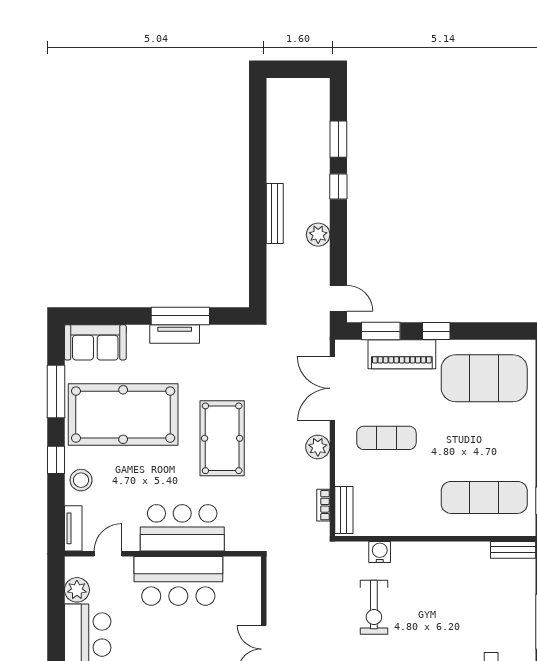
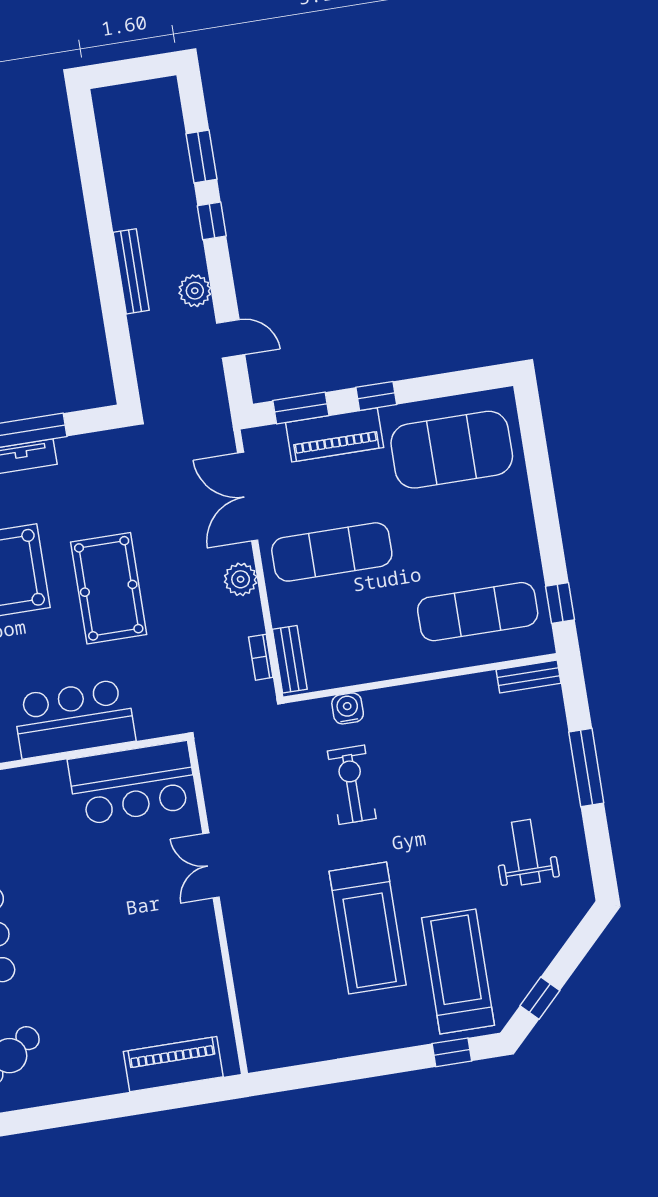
door: (338, 298) -> (231, 339), moved
exercise mat: (386, 438) -> (332, 552), width x1.36, depth x1.45
bar counter: (178, 581) -> (133, 783), moved
exercise bike: (374, 607) -> (352, 785), turned 180

